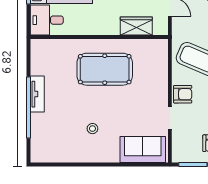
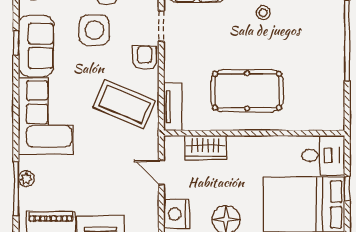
tv unit: (37, 94) -> (173, 107), moved, turned 180
armchair: (183, 94) -> (144, 58), turned 90

